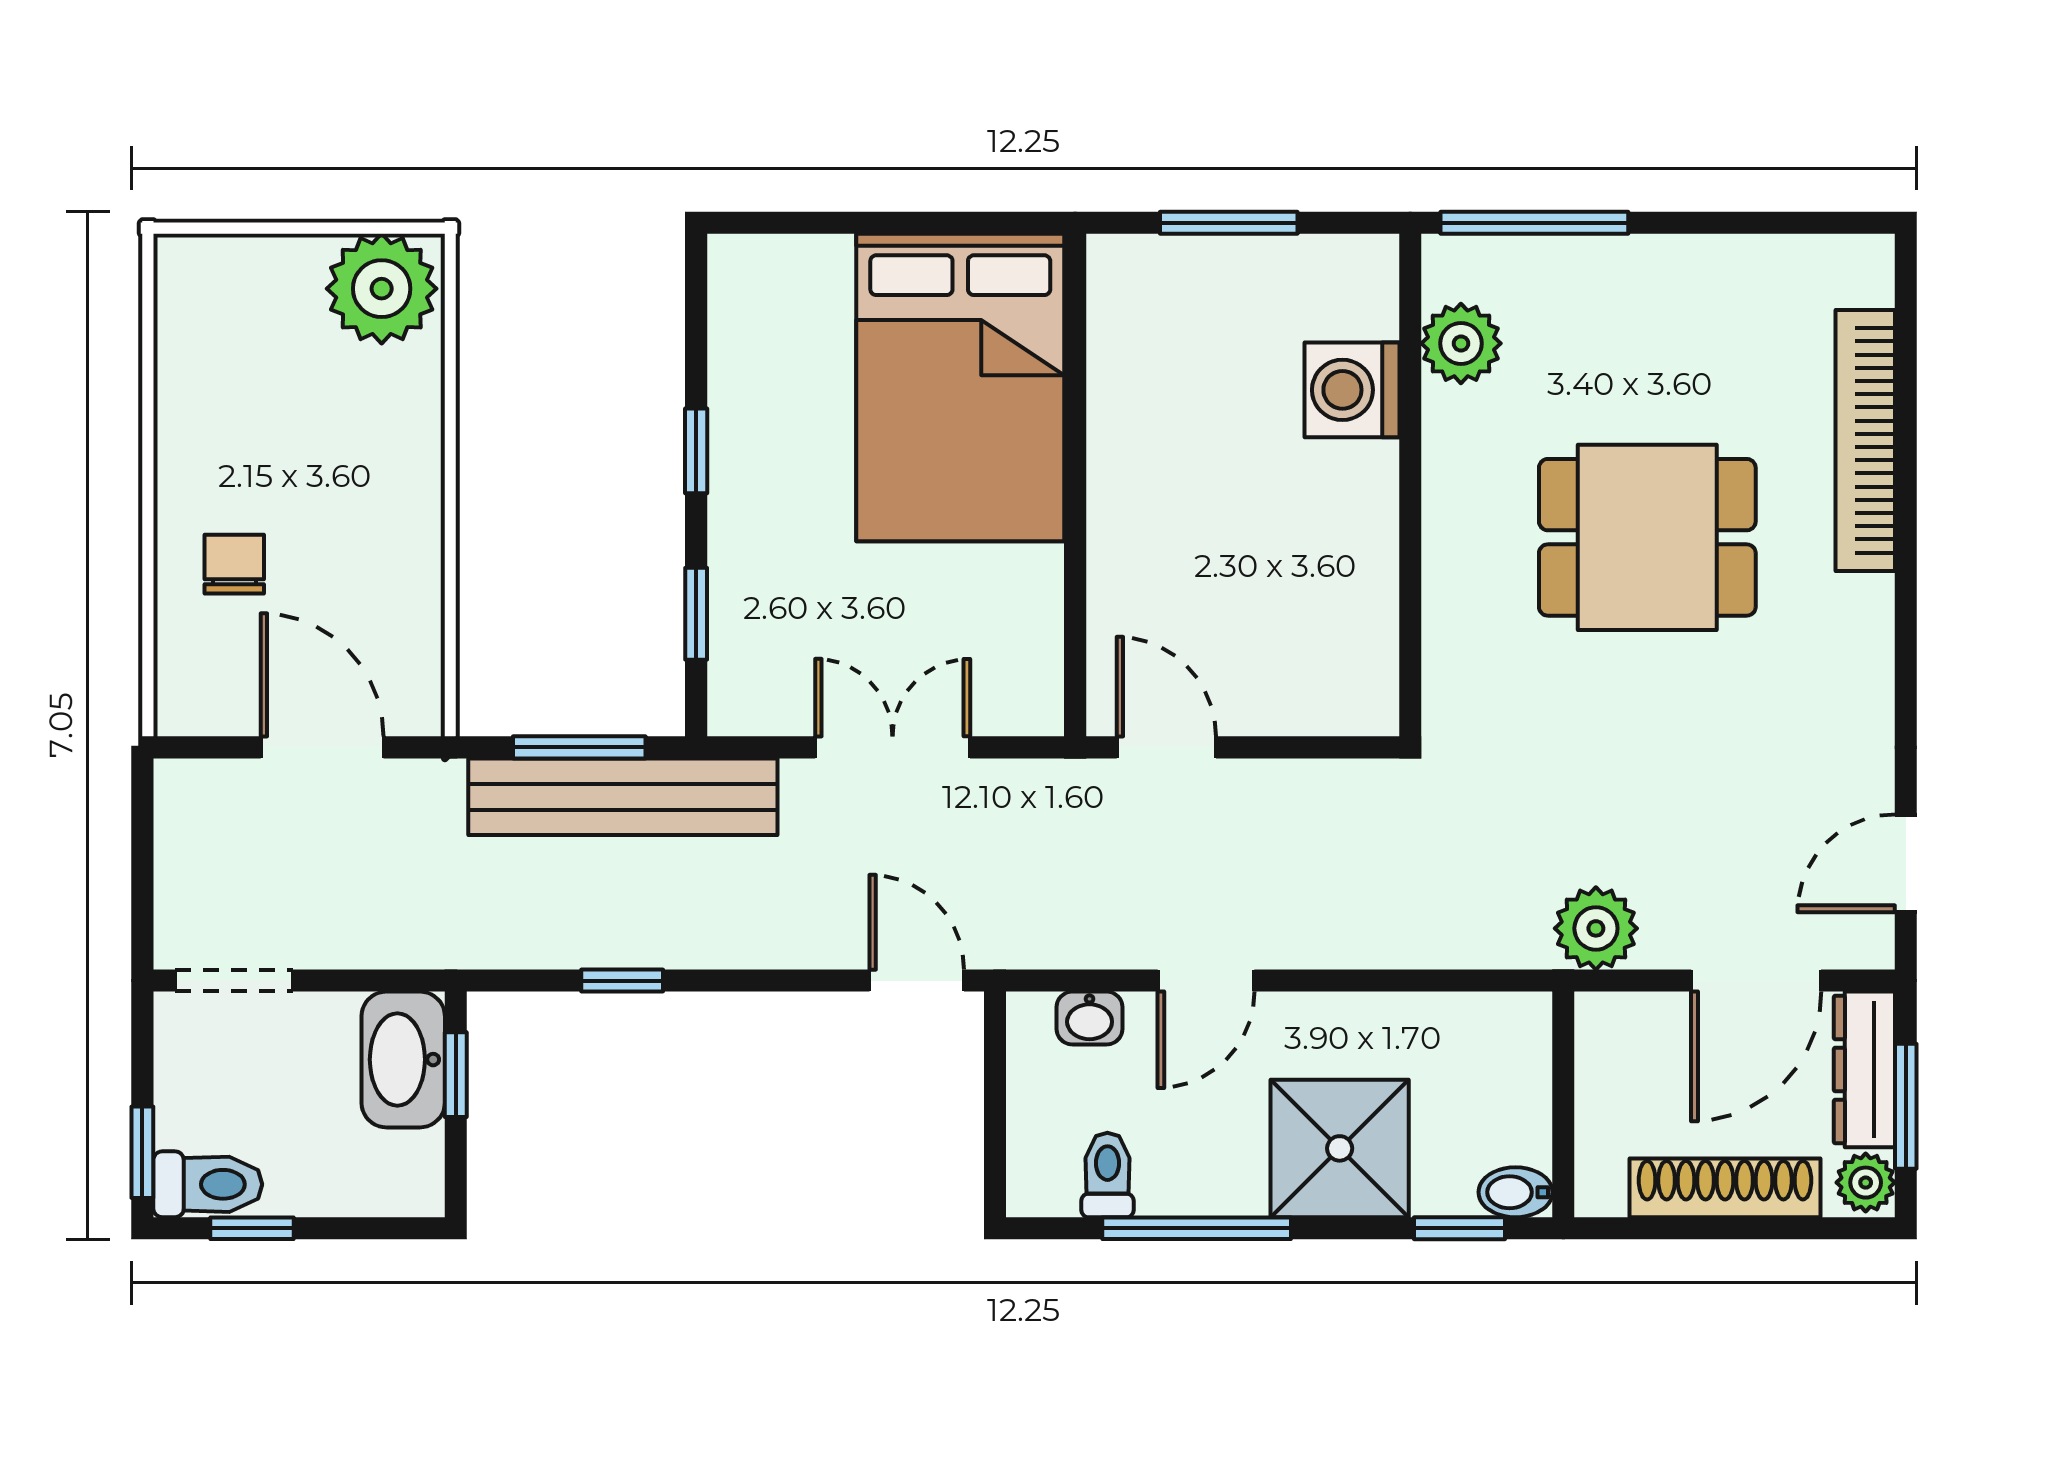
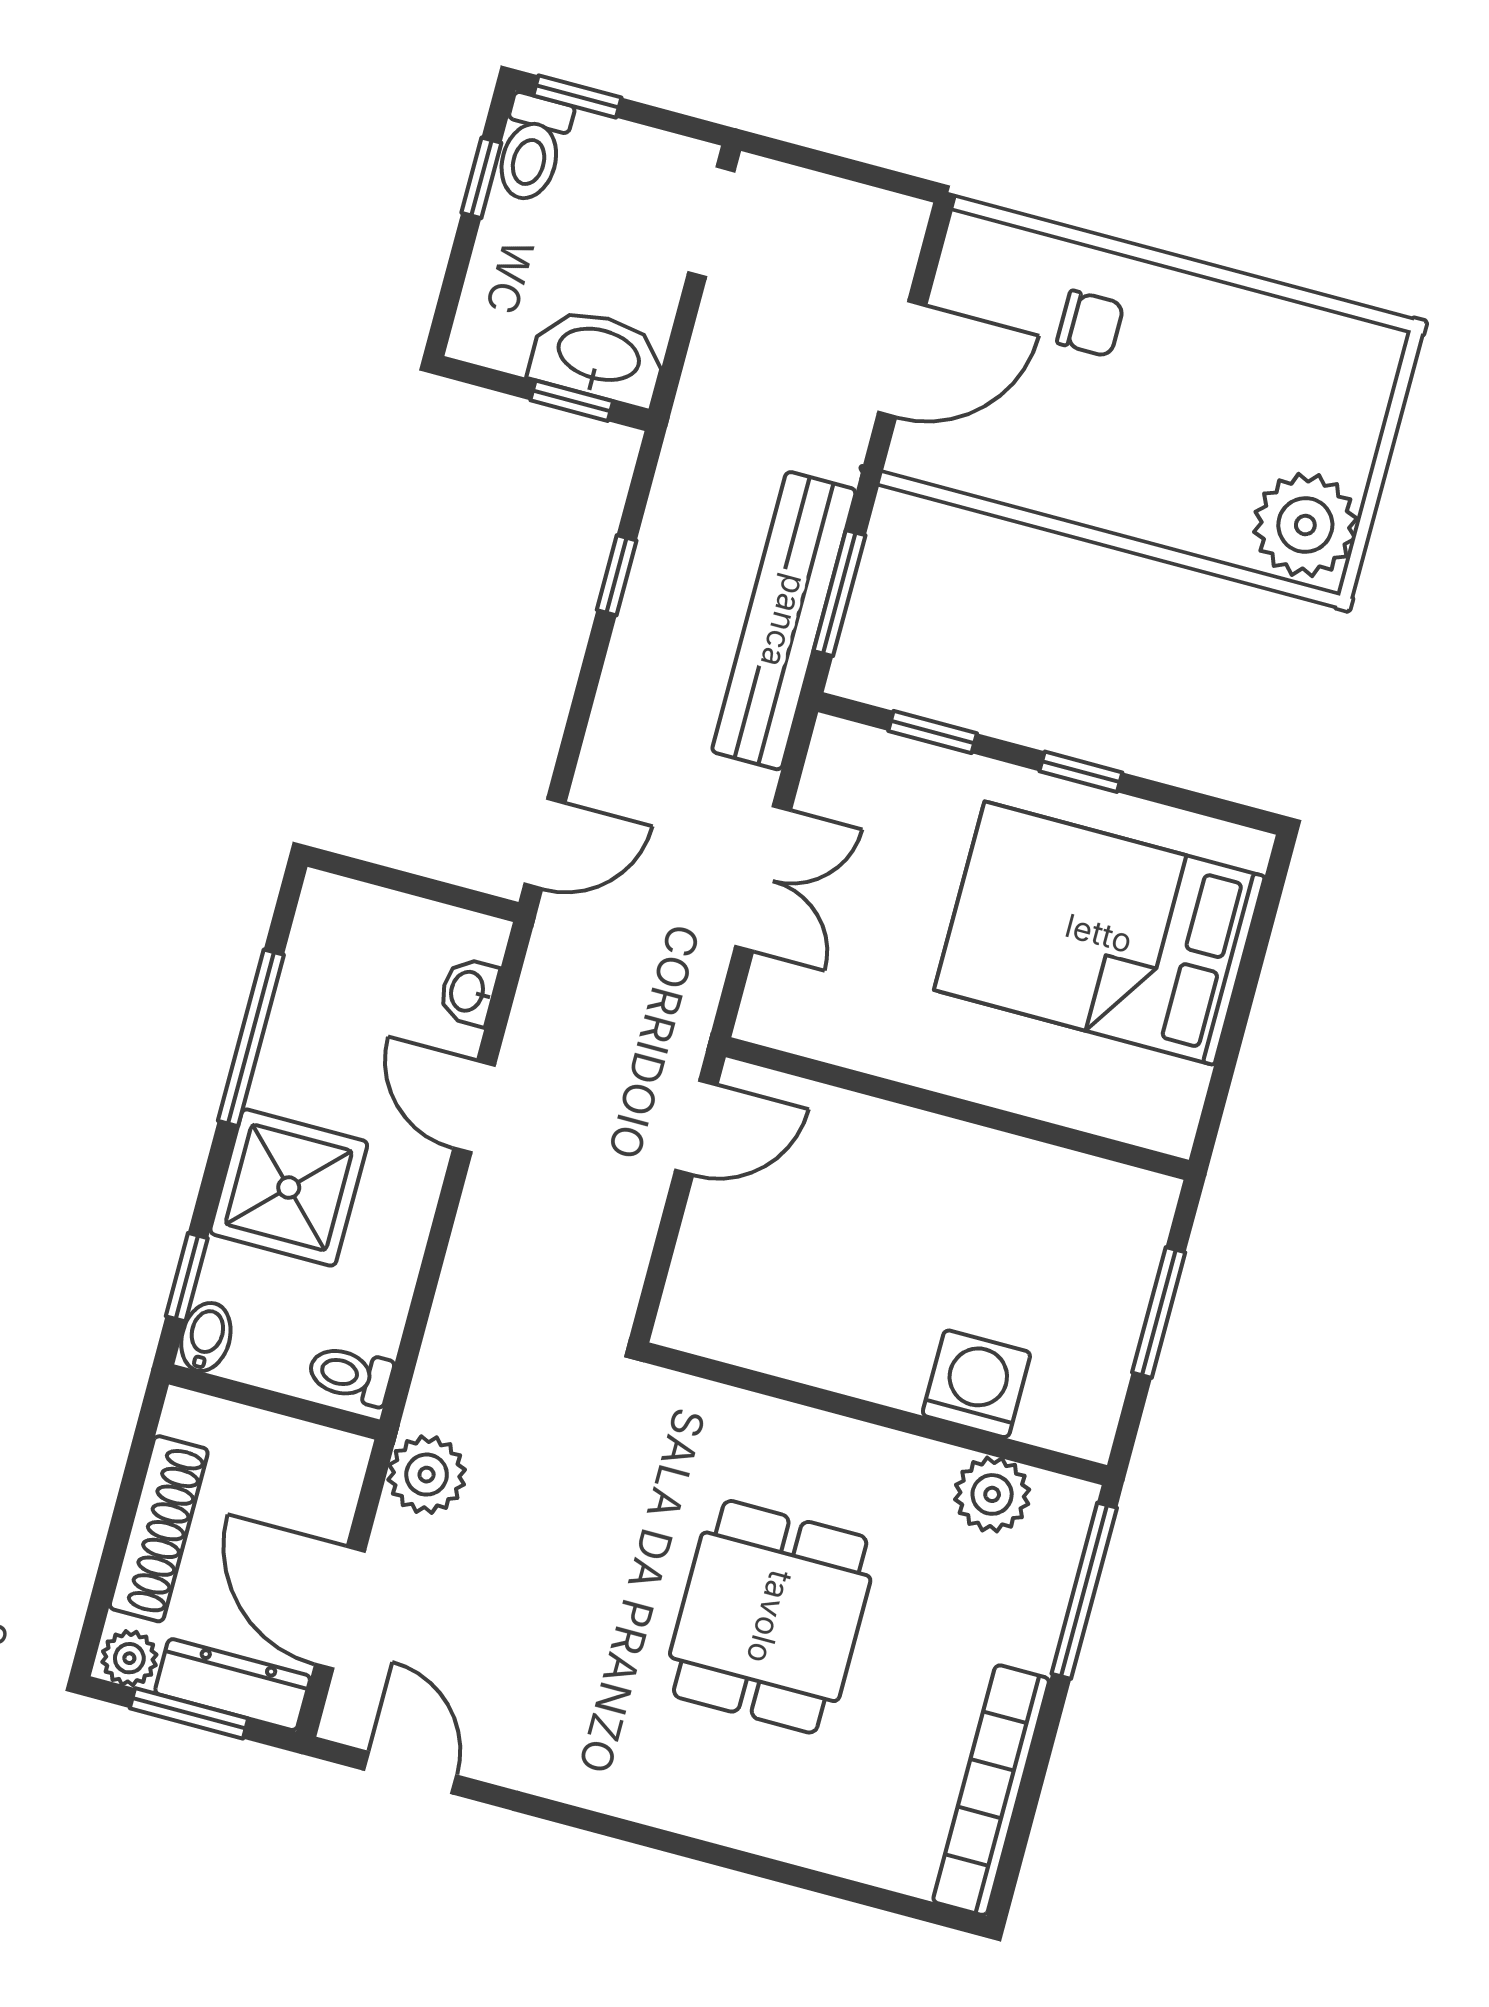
bed: (960, 388) -> (1099, 933), moved
bookcase: (1865, 440) -> (991, 1790), moved, turned -90
toilet: (1107, 1175) -> (350, 1375), moved, turned 180

